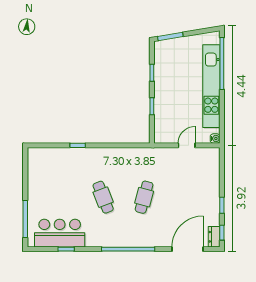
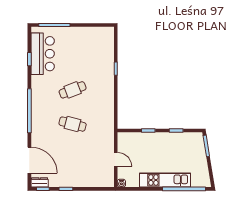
kitchen unit: (211, 86) -> (165, 180), width x0.73

